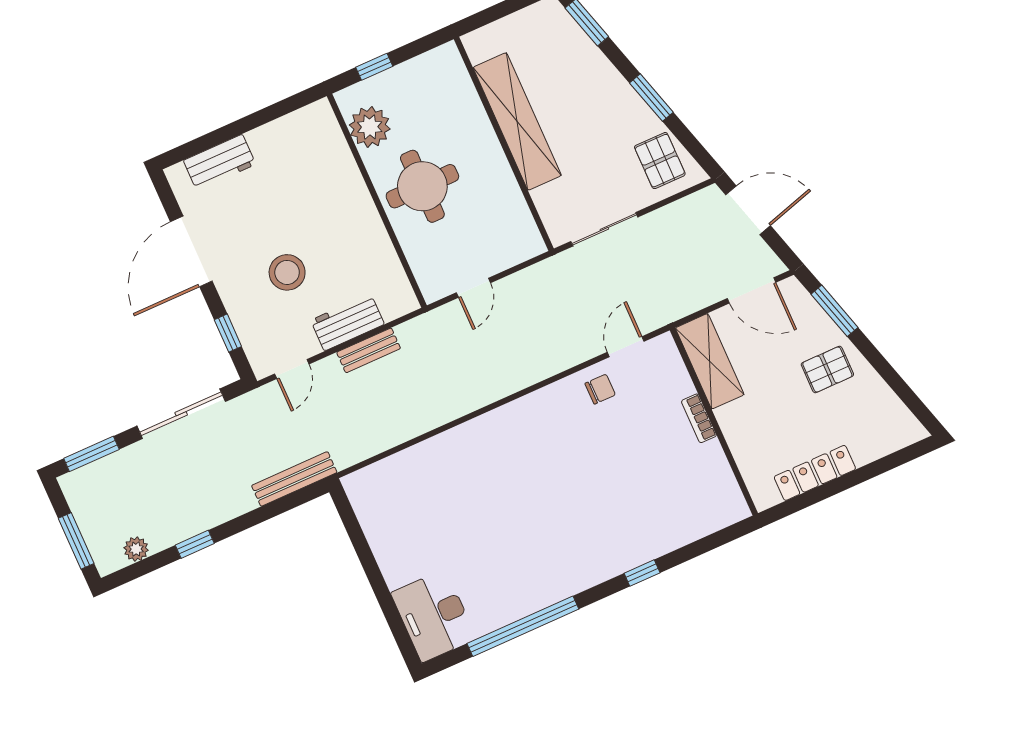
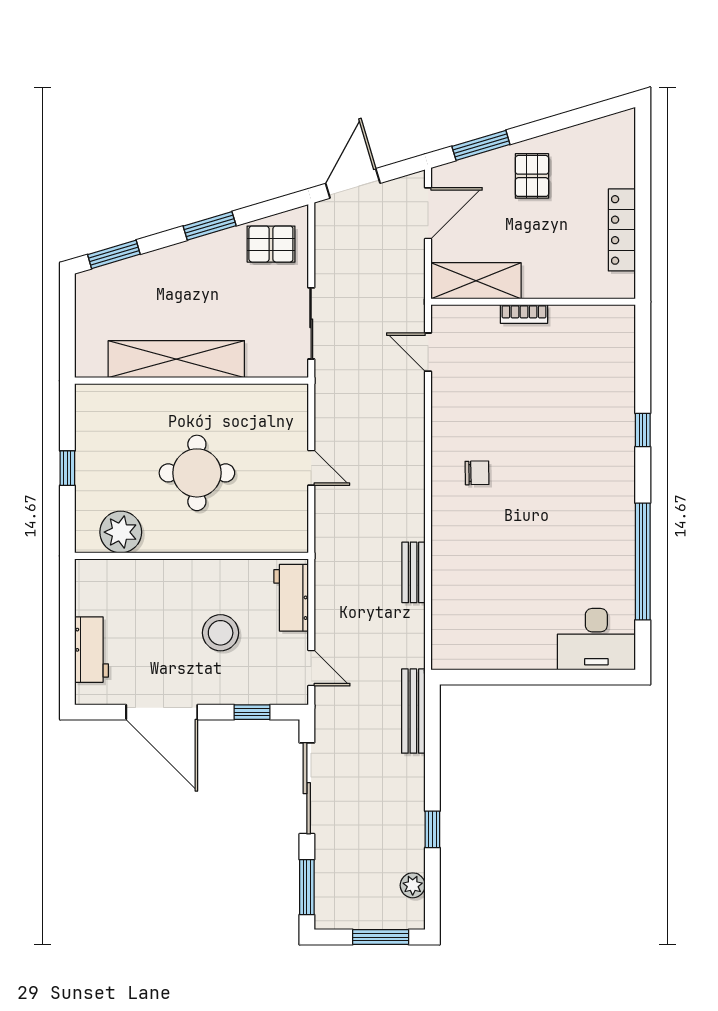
plant: (370, 127) -> (121, 532), moved
wall: (377, 201) -> (191, 556), moved
bench: (369, 350) -> (414, 572), moved
chair: (600, 389) -> (477, 473), moved, turned 89

